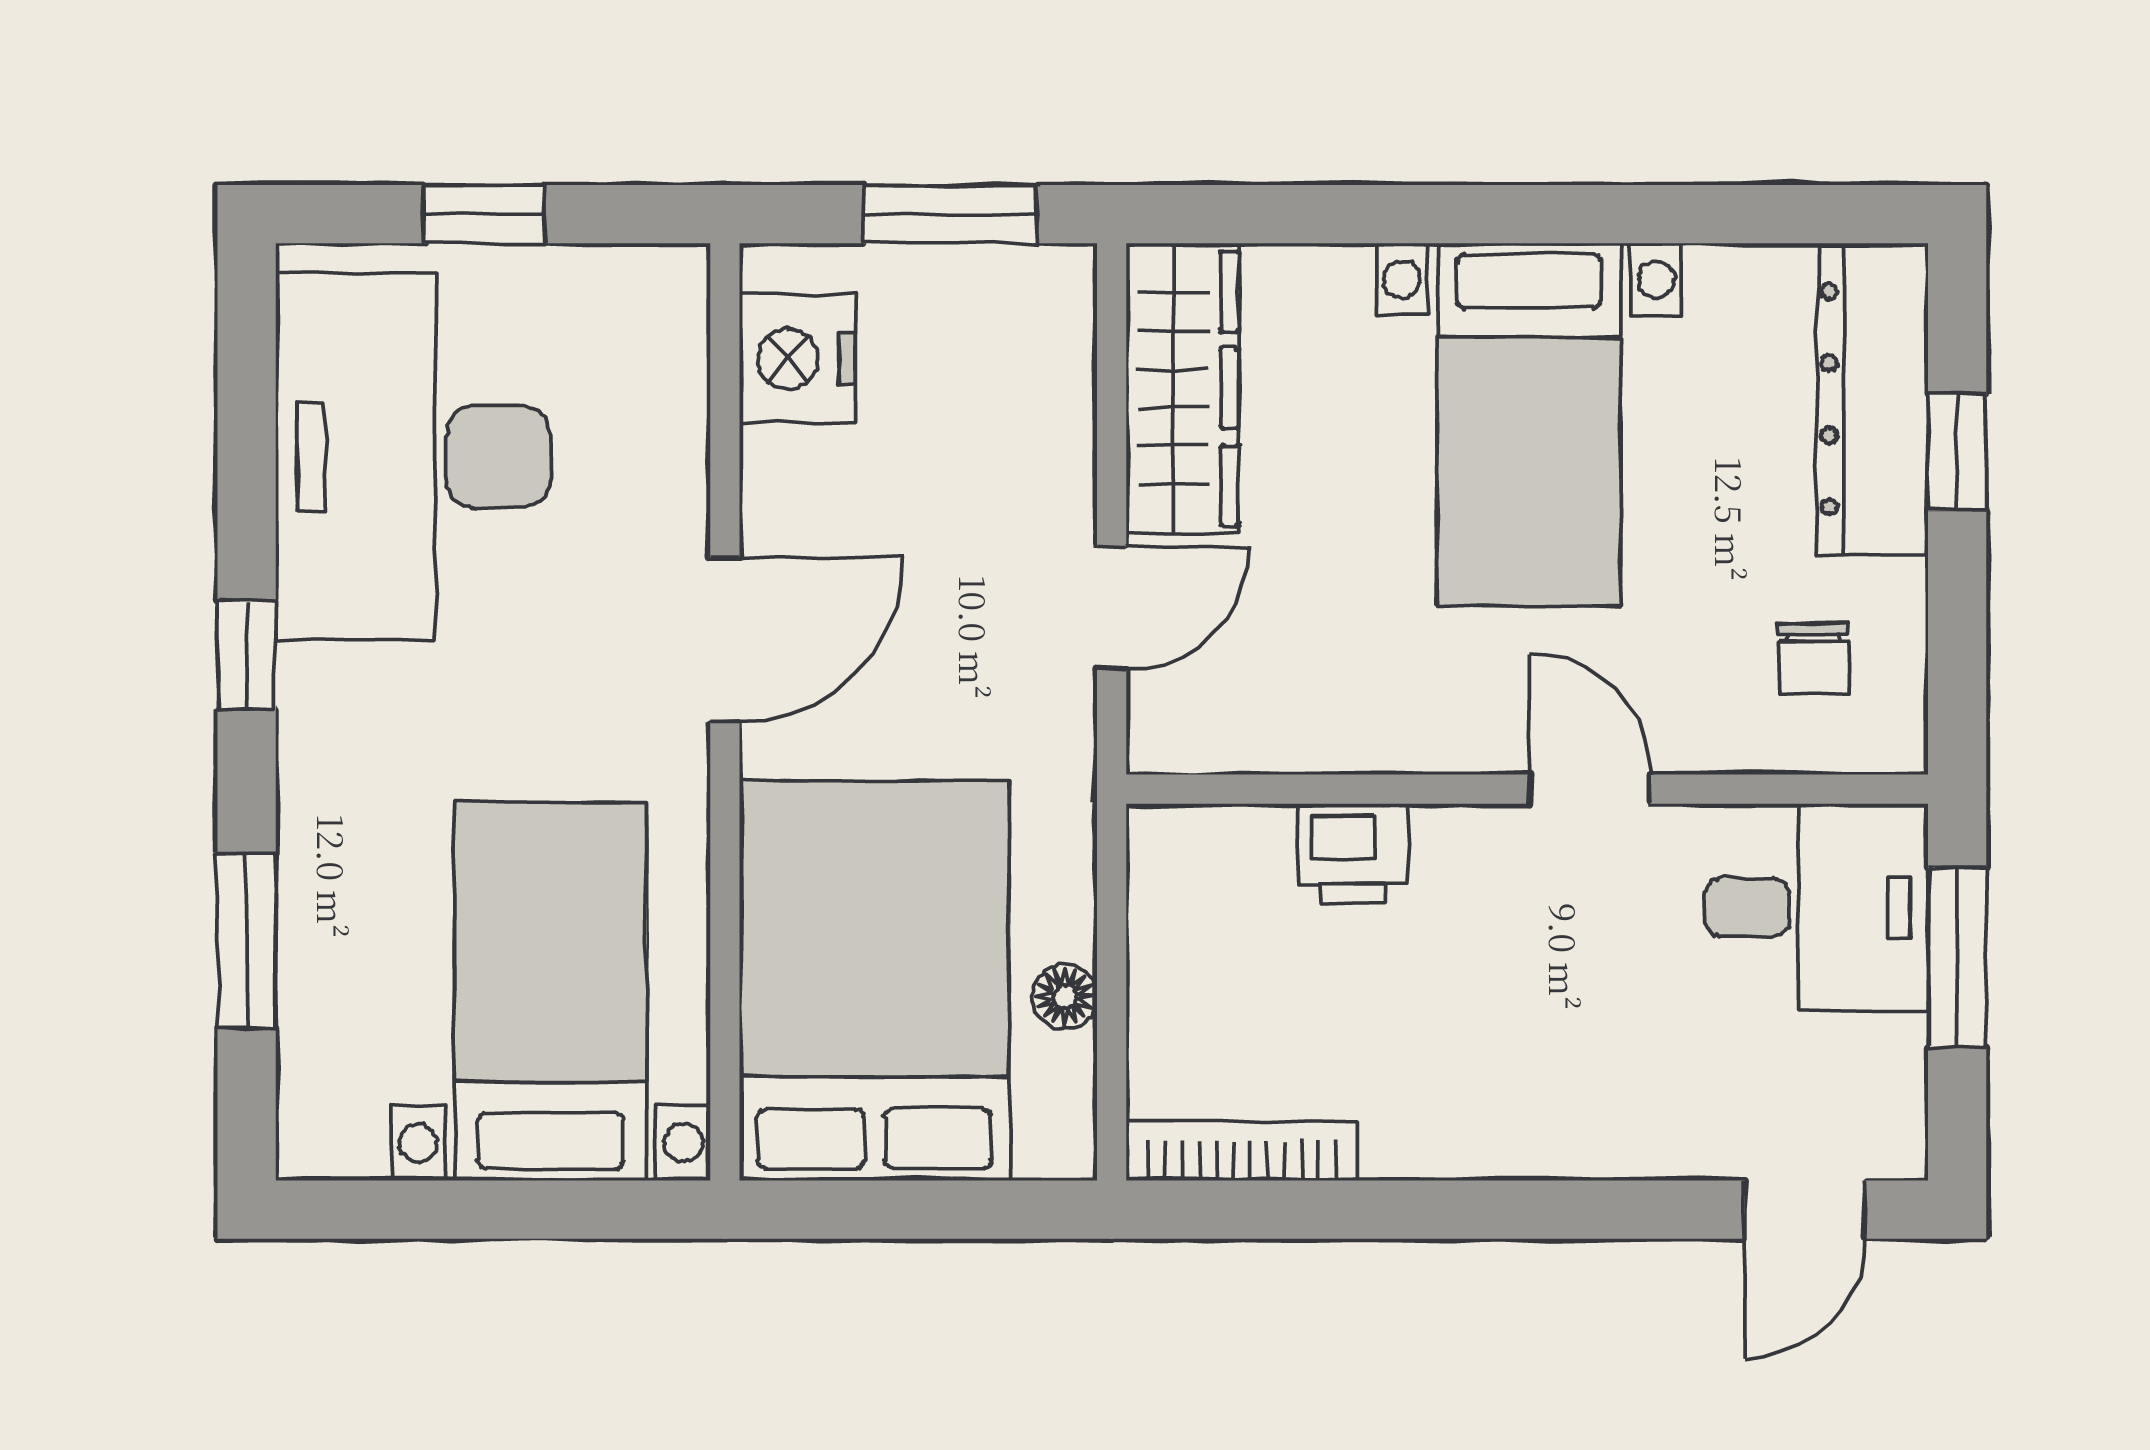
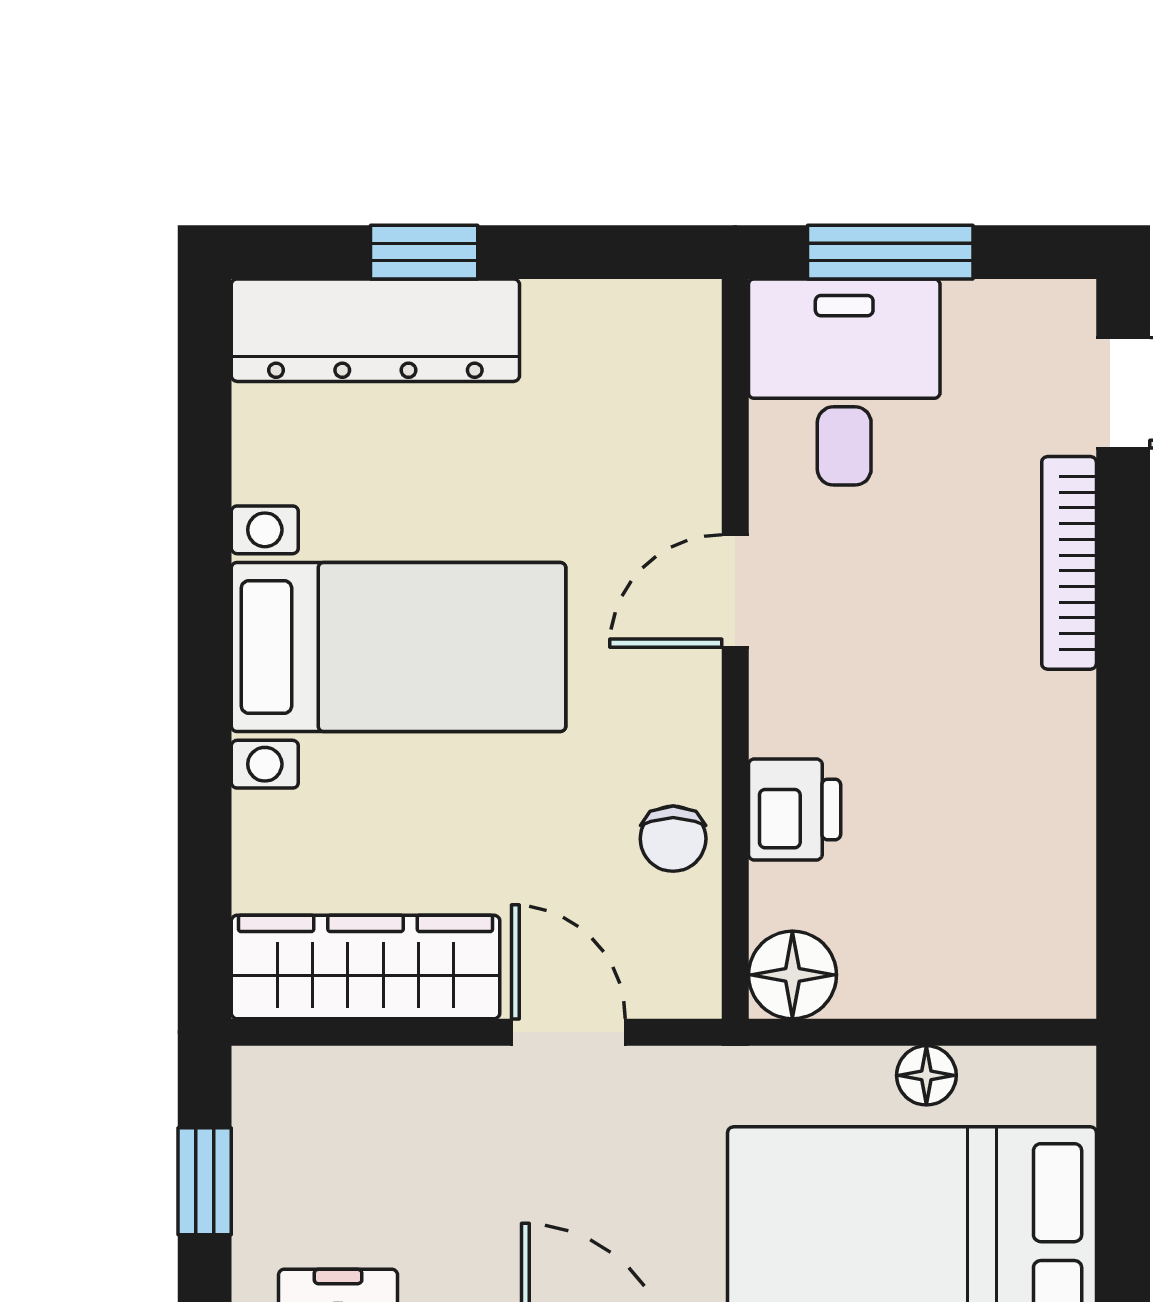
window: (950, 214) -> (205, 1181), width x0.67
chair: (1814, 659) -> (673, 839), moved, turned 90
floor lamp: (1174, 851) -> (792, 975), added
bookcase: (1242, 1151) -> (1069, 563), moved

